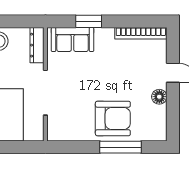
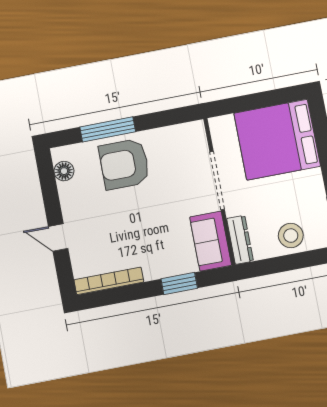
sofa: (73, 39) -> (211, 241), moved, turned -90
floor lamp: (159, 97) -> (64, 171), moved

